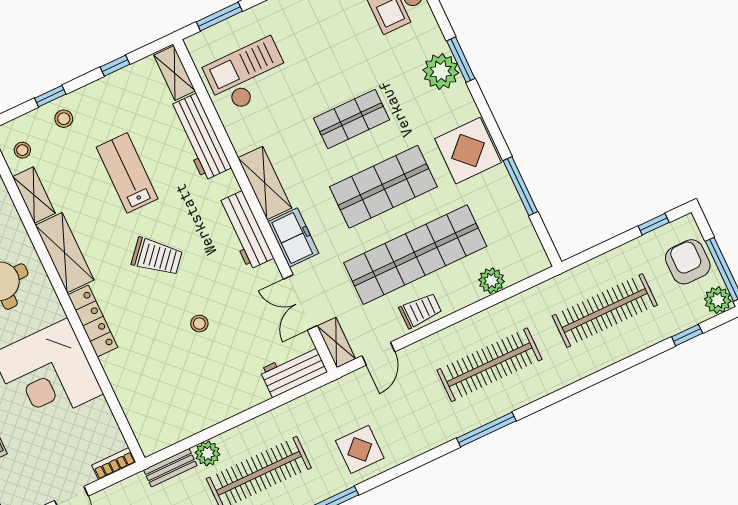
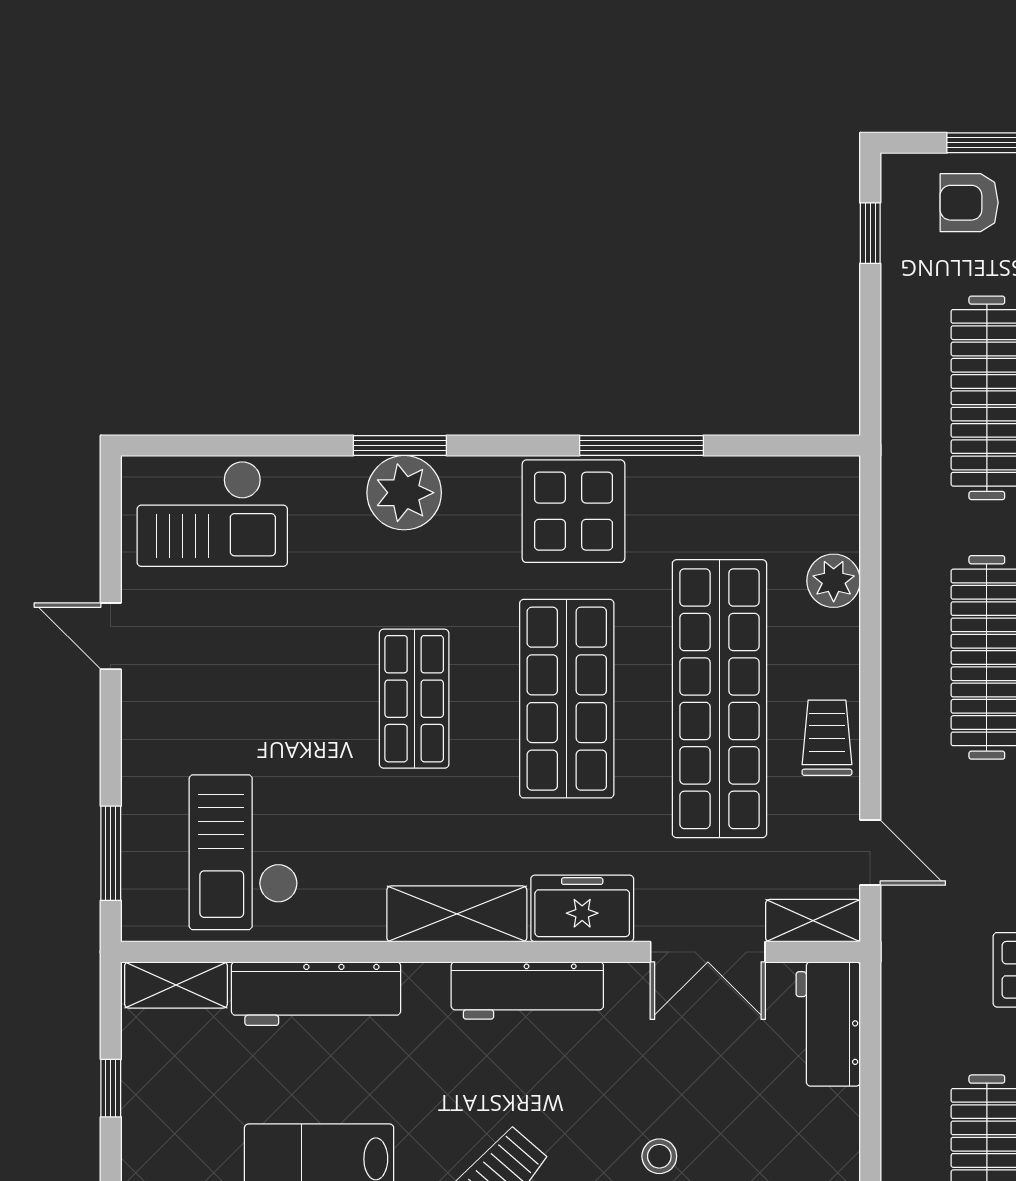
window: (520, 186) -> (642, 446), moved
armchair: (688, 262) -> (969, 203), width x0.72, depth x0.72

